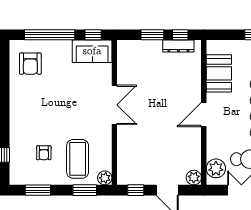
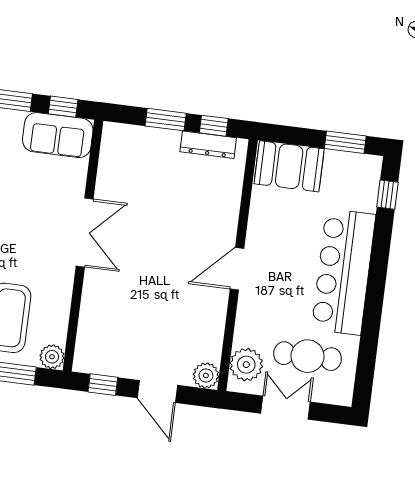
booth: (219, 73) -> (289, 166), moved, turned 90

